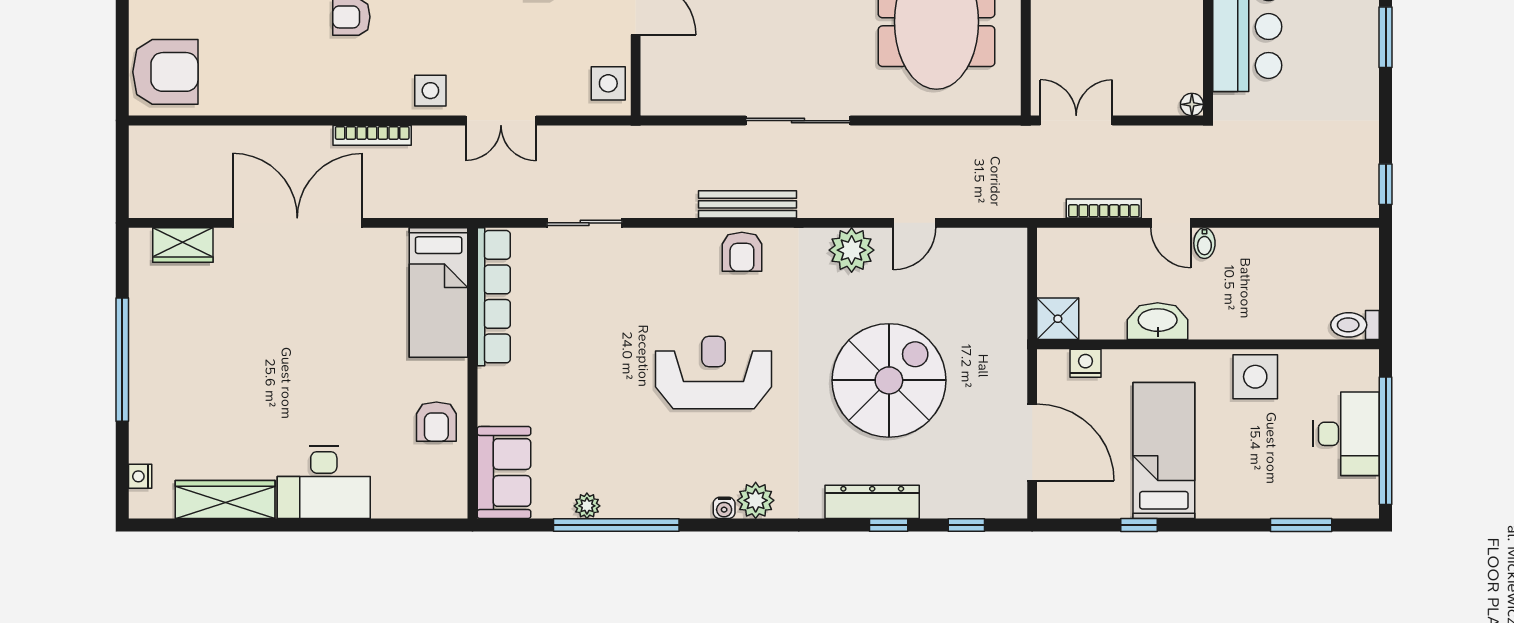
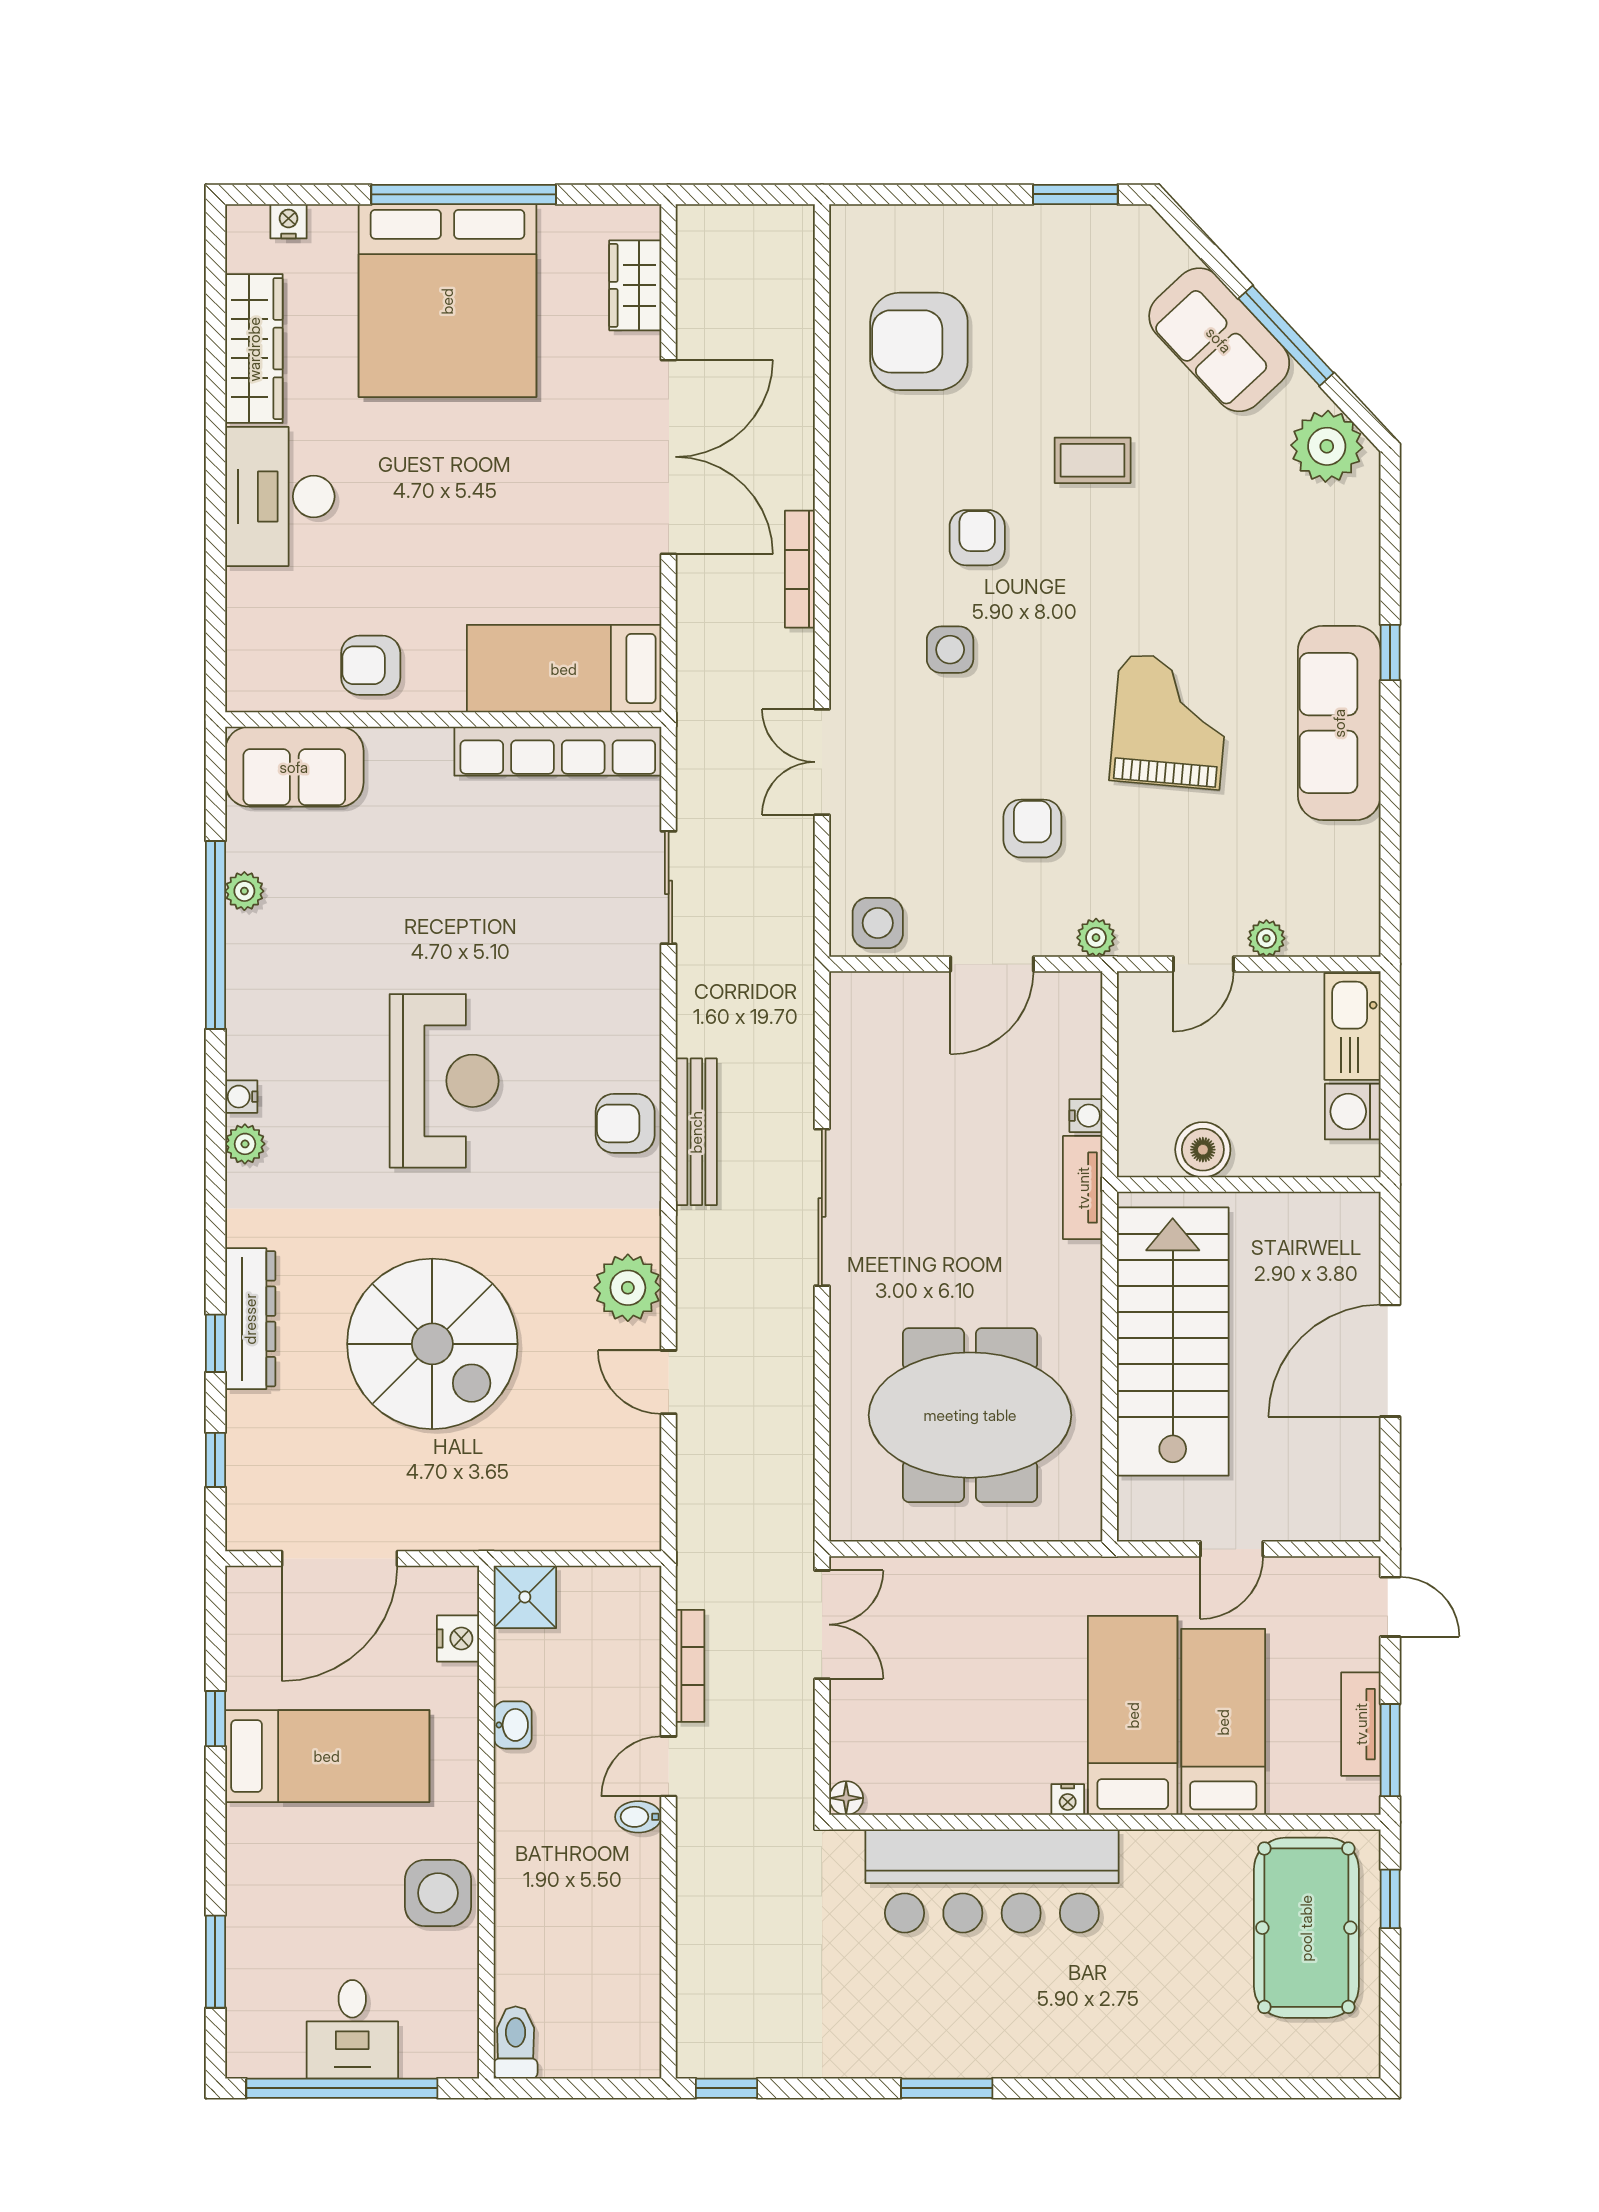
armchair: (165, 72) -> (919, 341), moved, turned 90
side table: (430, 91) -> (950, 650), moved
washbasin: (1158, 321) -> (513, 1725), width x0.52, depth x0.69
bed: (193, 370) -> (447, 301), added
desk: (1346, 434) -> (352, 2029), width x0.73
plant: (756, 500) -> (245, 1144), width x0.73, depth x0.73

